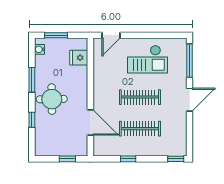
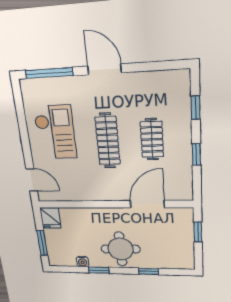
water cooler: (40, 49) -> (83, 262), moved
fridge: (79, 58) -> (50, 218), moved
window: (32, 80) -> (99, 270), width x0.67
clothes rail: (140, 129) -> (152, 139), width x0.73
window: (176, 159) -> (195, 108), moved

